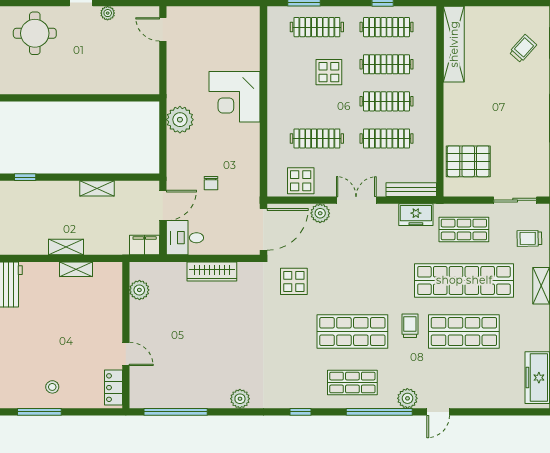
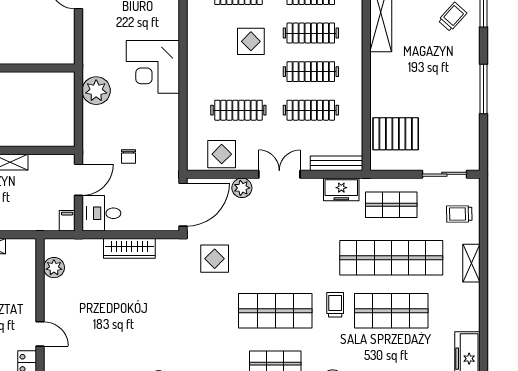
filing cabinet: (145, 245) -> (67, 221), width x0.50

